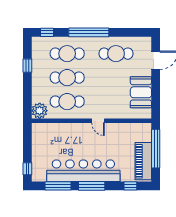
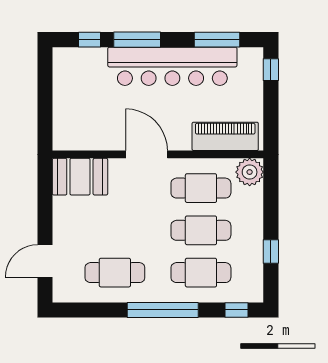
booth: (141, 92) -> (80, 177), moved, turned 90
door: (98, 121) -> (147, 154), width x1.88
window: (156, 149) -> (45, 105), removed
piano: (143, 161) -> (225, 136), moved, turned -90
window: (92, 186) -> (137, 40), moved

